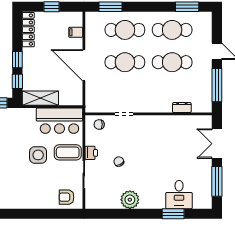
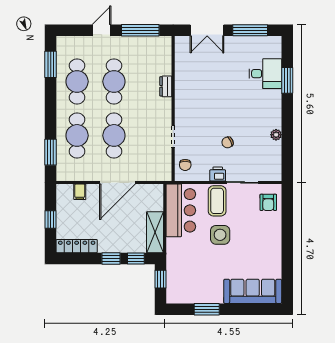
dresser: (182, 108) -> (166, 86), moved
plant: (130, 200) -> (276, 135), width x0.53, depth x0.53

